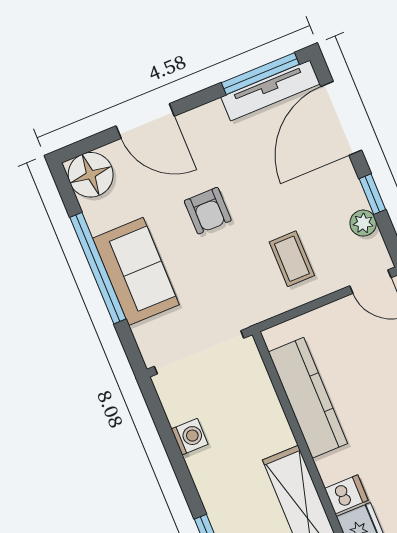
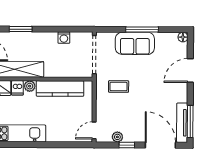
floor lamp: (91, 175) -> (183, 37), width x0.53, depth x0.53
armchair: (208, 211) -> (147, 80), removed
coffee table: (292, 259) -> (119, 86), moved
window: (98, 268) -> (142, 29), width x0.68
plant: (331, 468) -> (30, 86), added

